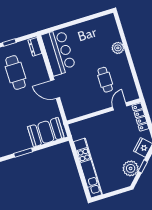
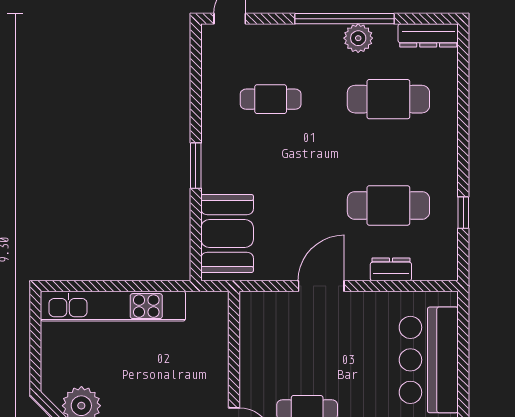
dresser: (35, 47) -> (391, 269), moved
bar counter: (58, 52) -> (429, 360), moved, turned 90

